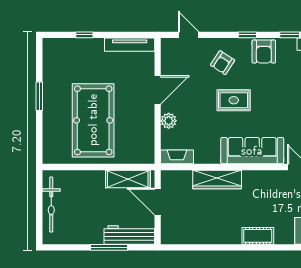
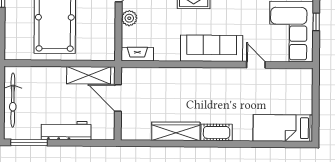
wardrobe: (217, 179) -> (176, 131), moved, turned 180
workbench: (129, 235) -> (66, 131), moved
window: (109, 247) -> (29, 143), moved

